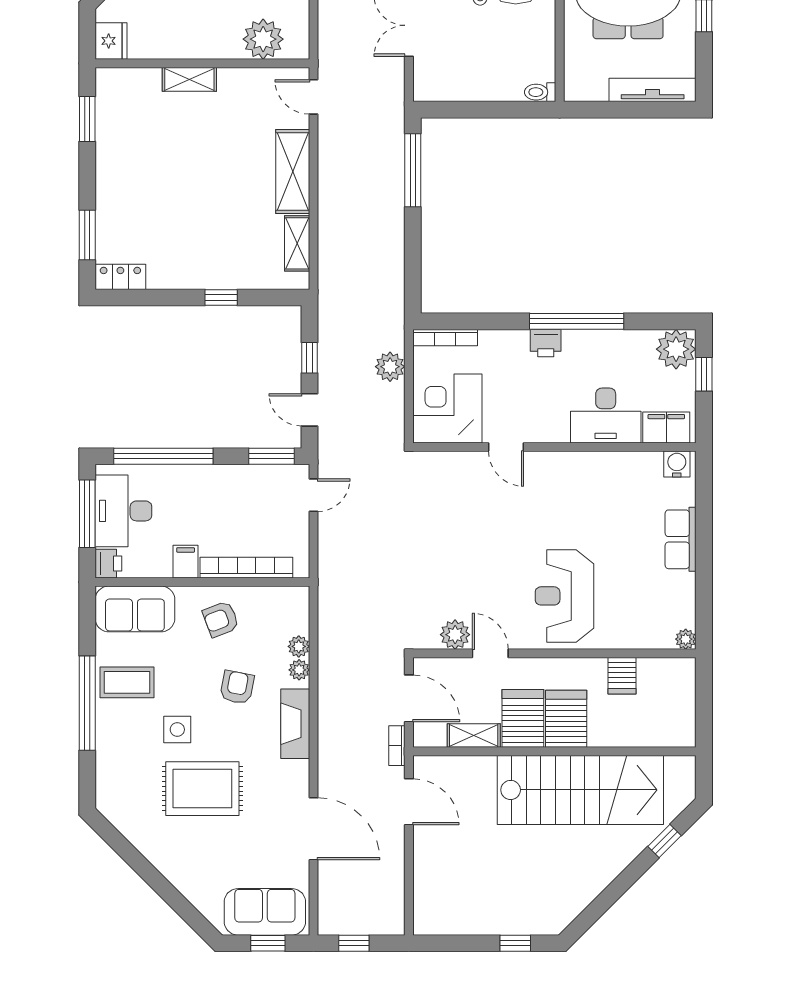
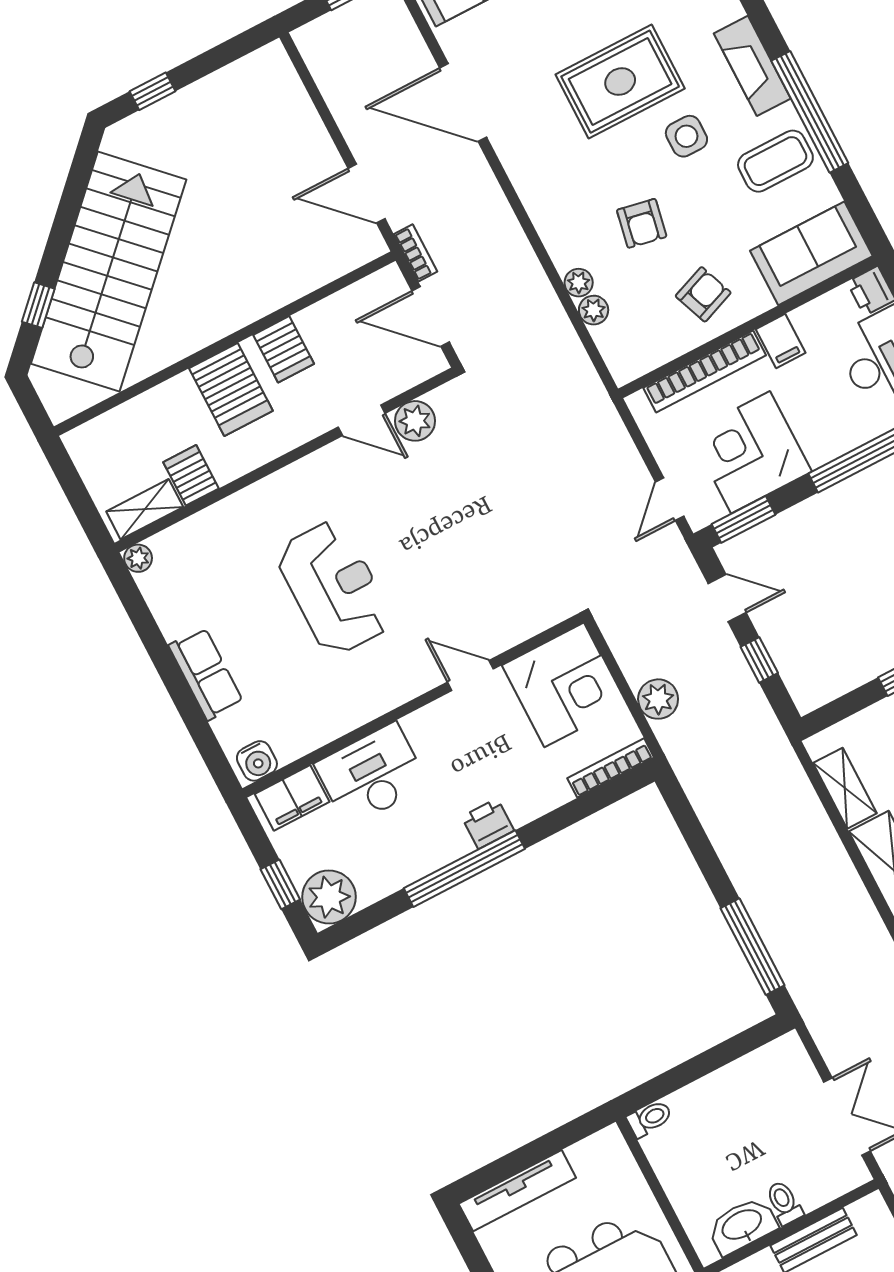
corner desk: (244, 498) -> (751, 452), added
reception desk: (564, 596) -> (334, 588), moved
server rack: (523, 718) -> (284, 349), width x0.73, depth x0.70
fireplace: (295, 724) -> (752, 66), moved, turned 180
shelving: (474, 736) -> (145, 509), moved
stairs: (580, 790) -> (109, 272), moved, turned 135

